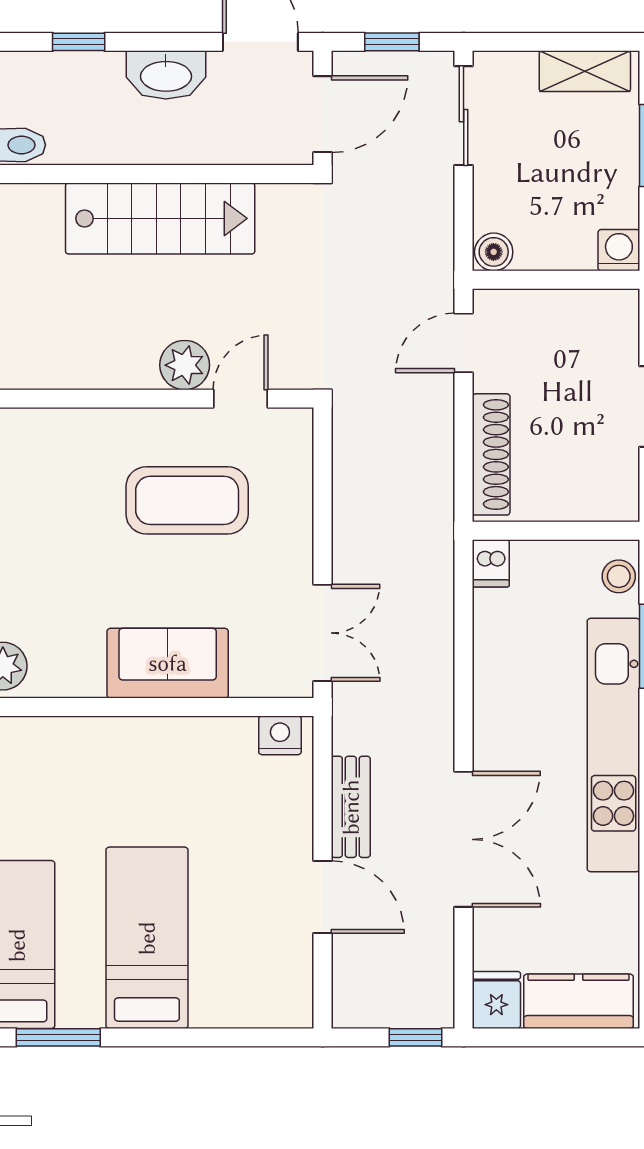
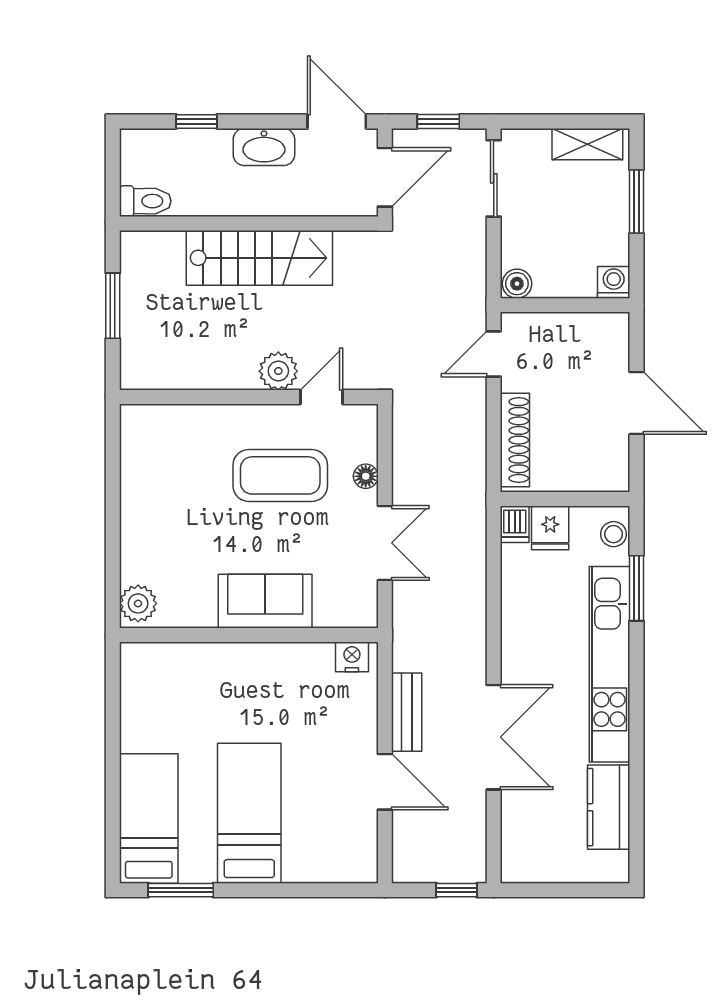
floor lamp: (298, 501) -> (366, 476), added
double door: (323, 633) -> (385, 543), moved
fridge: (496, 1000) -> (550, 528), moved, turned 180
kitchen counter: (578, 1001) -> (609, 807), moved, turned -90

